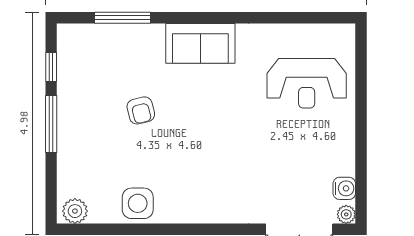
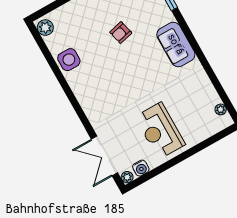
plant: (325, 32) -> (221, 109), added
reception desk: (307, 83) -> (160, 131), moved

